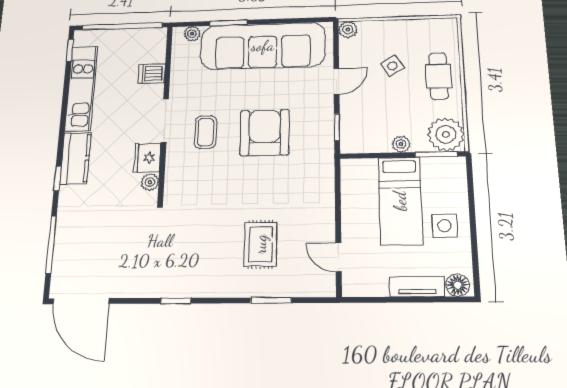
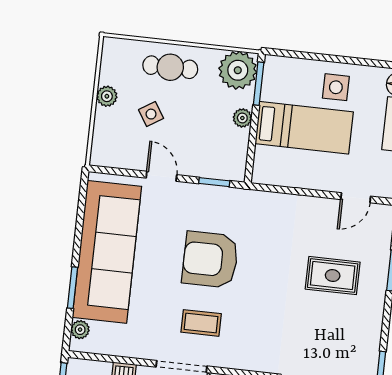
plant: (348, 29) -> (107, 96), moved

